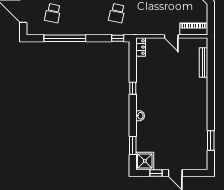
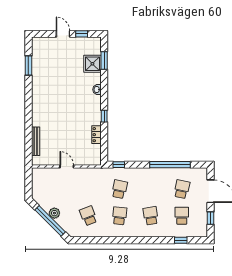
piano: (194, 29) -> (45, 174), removed
locker: (141, 47) -> (96, 135), moved
shower: (145, 161) -> (92, 64), moved

